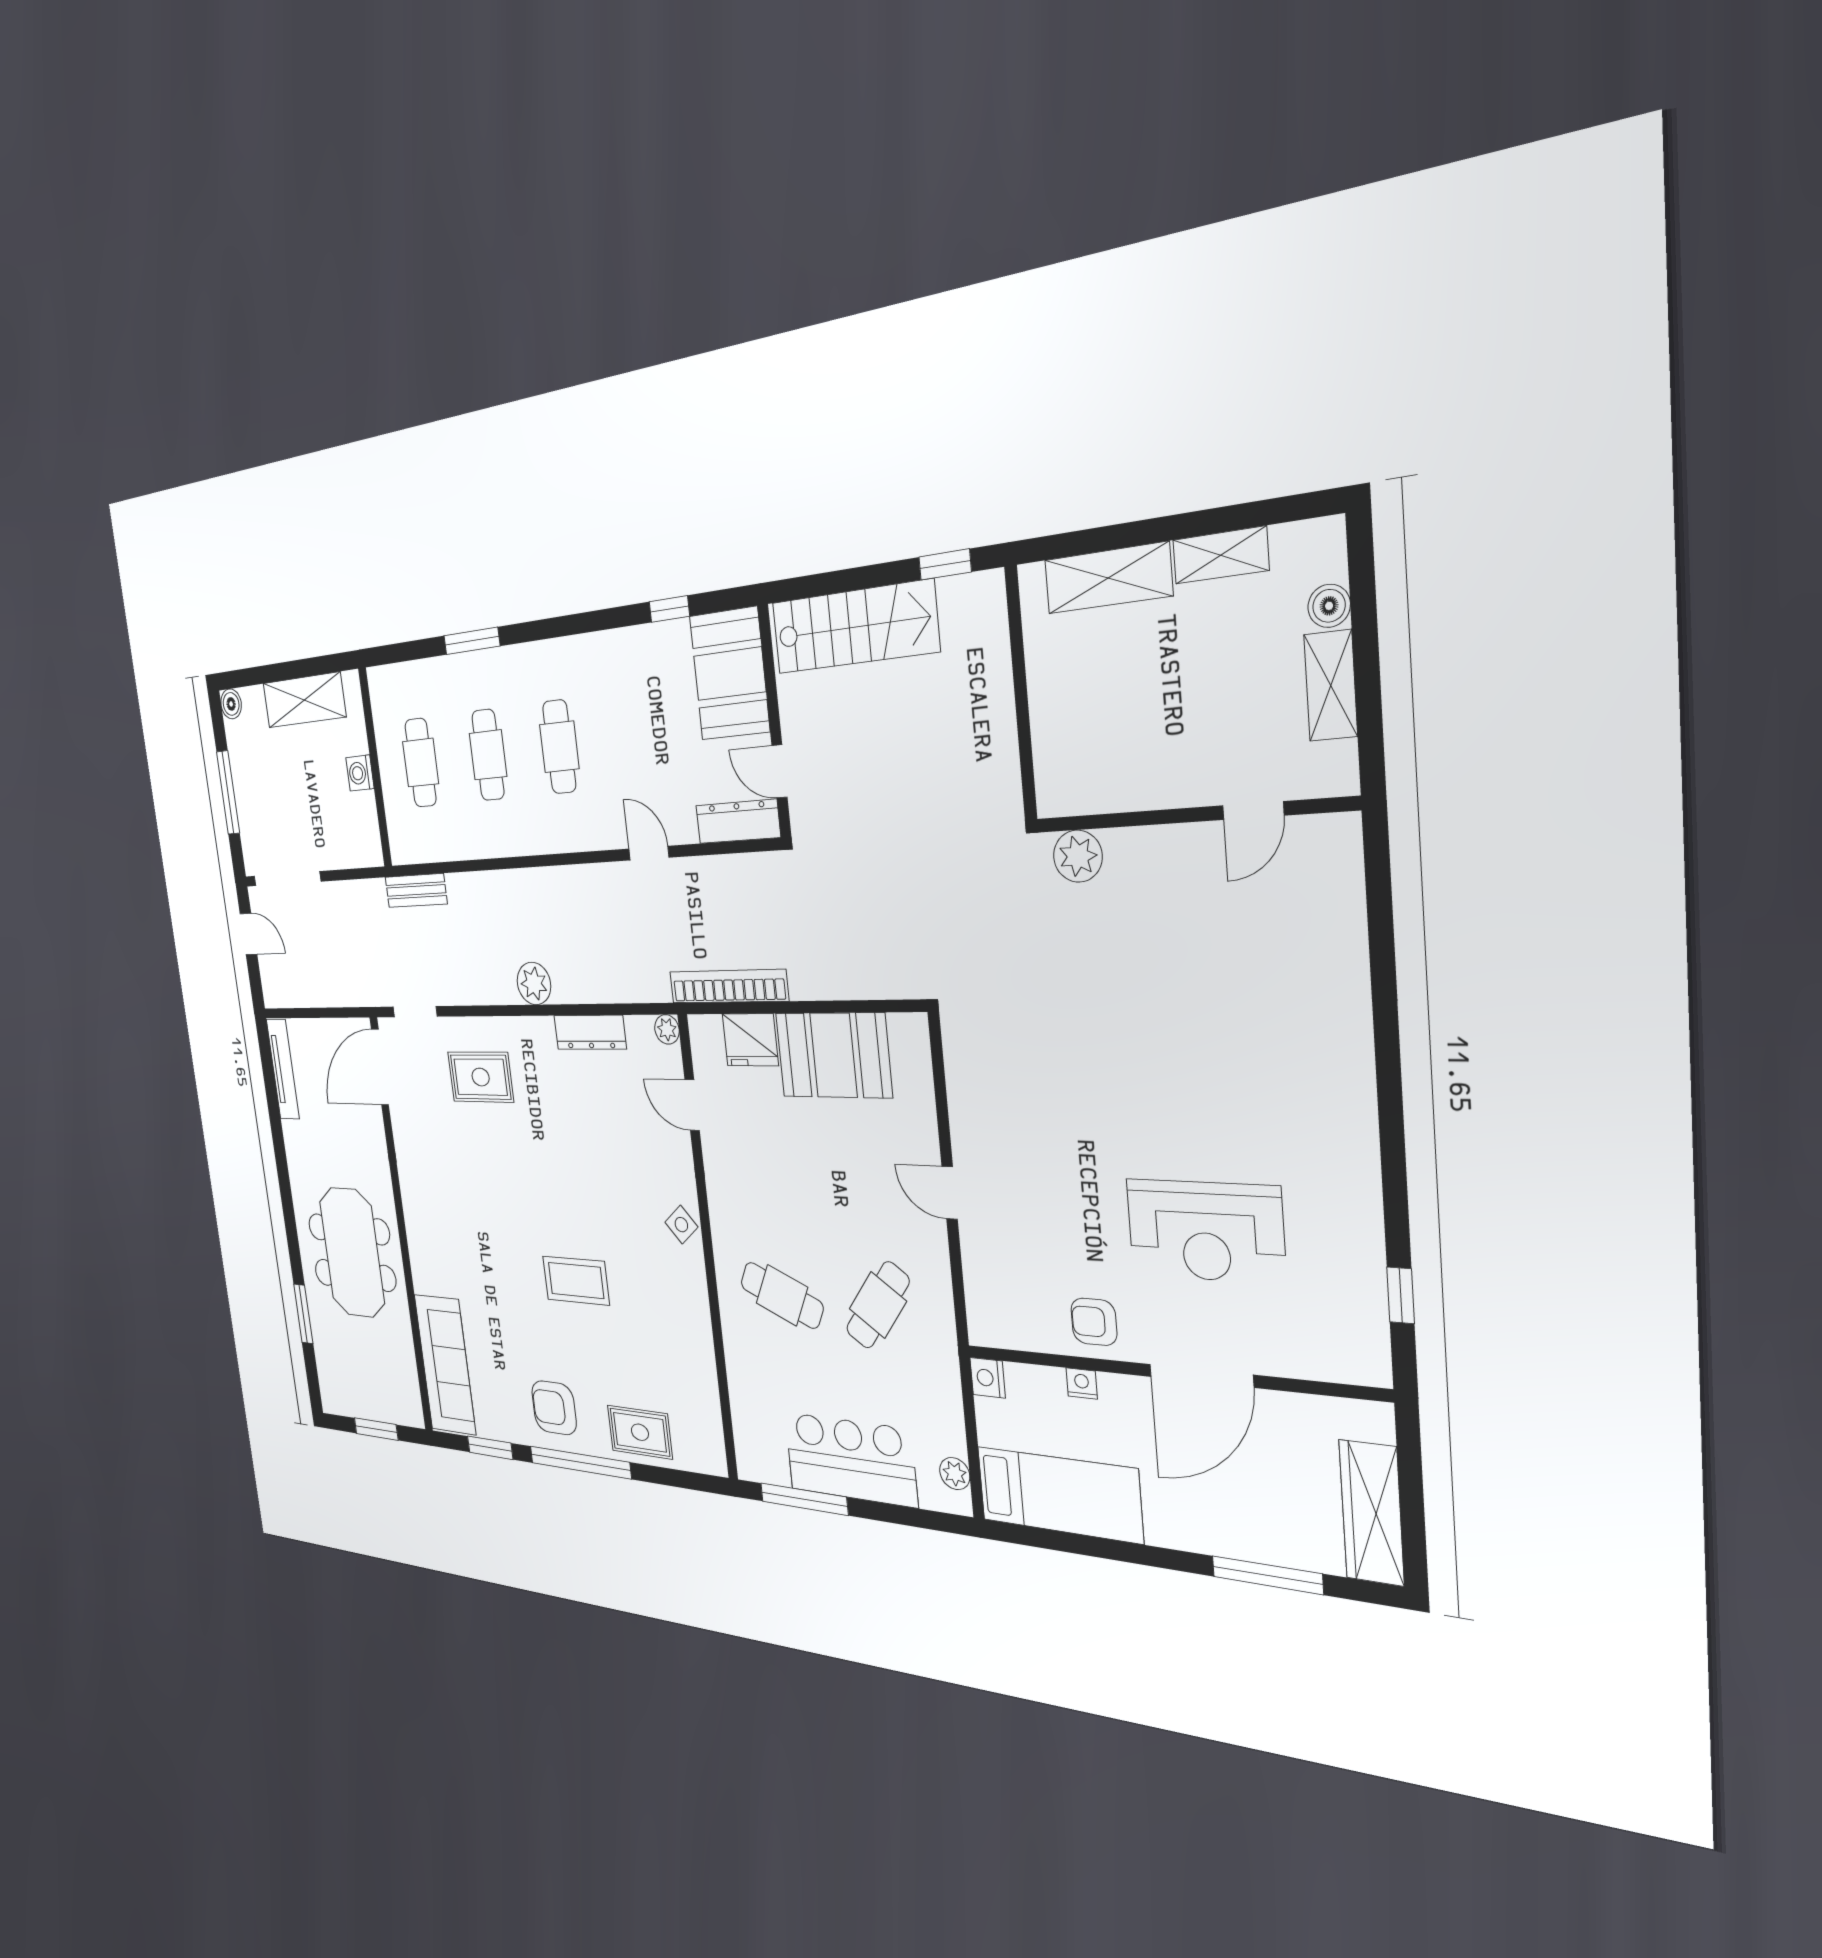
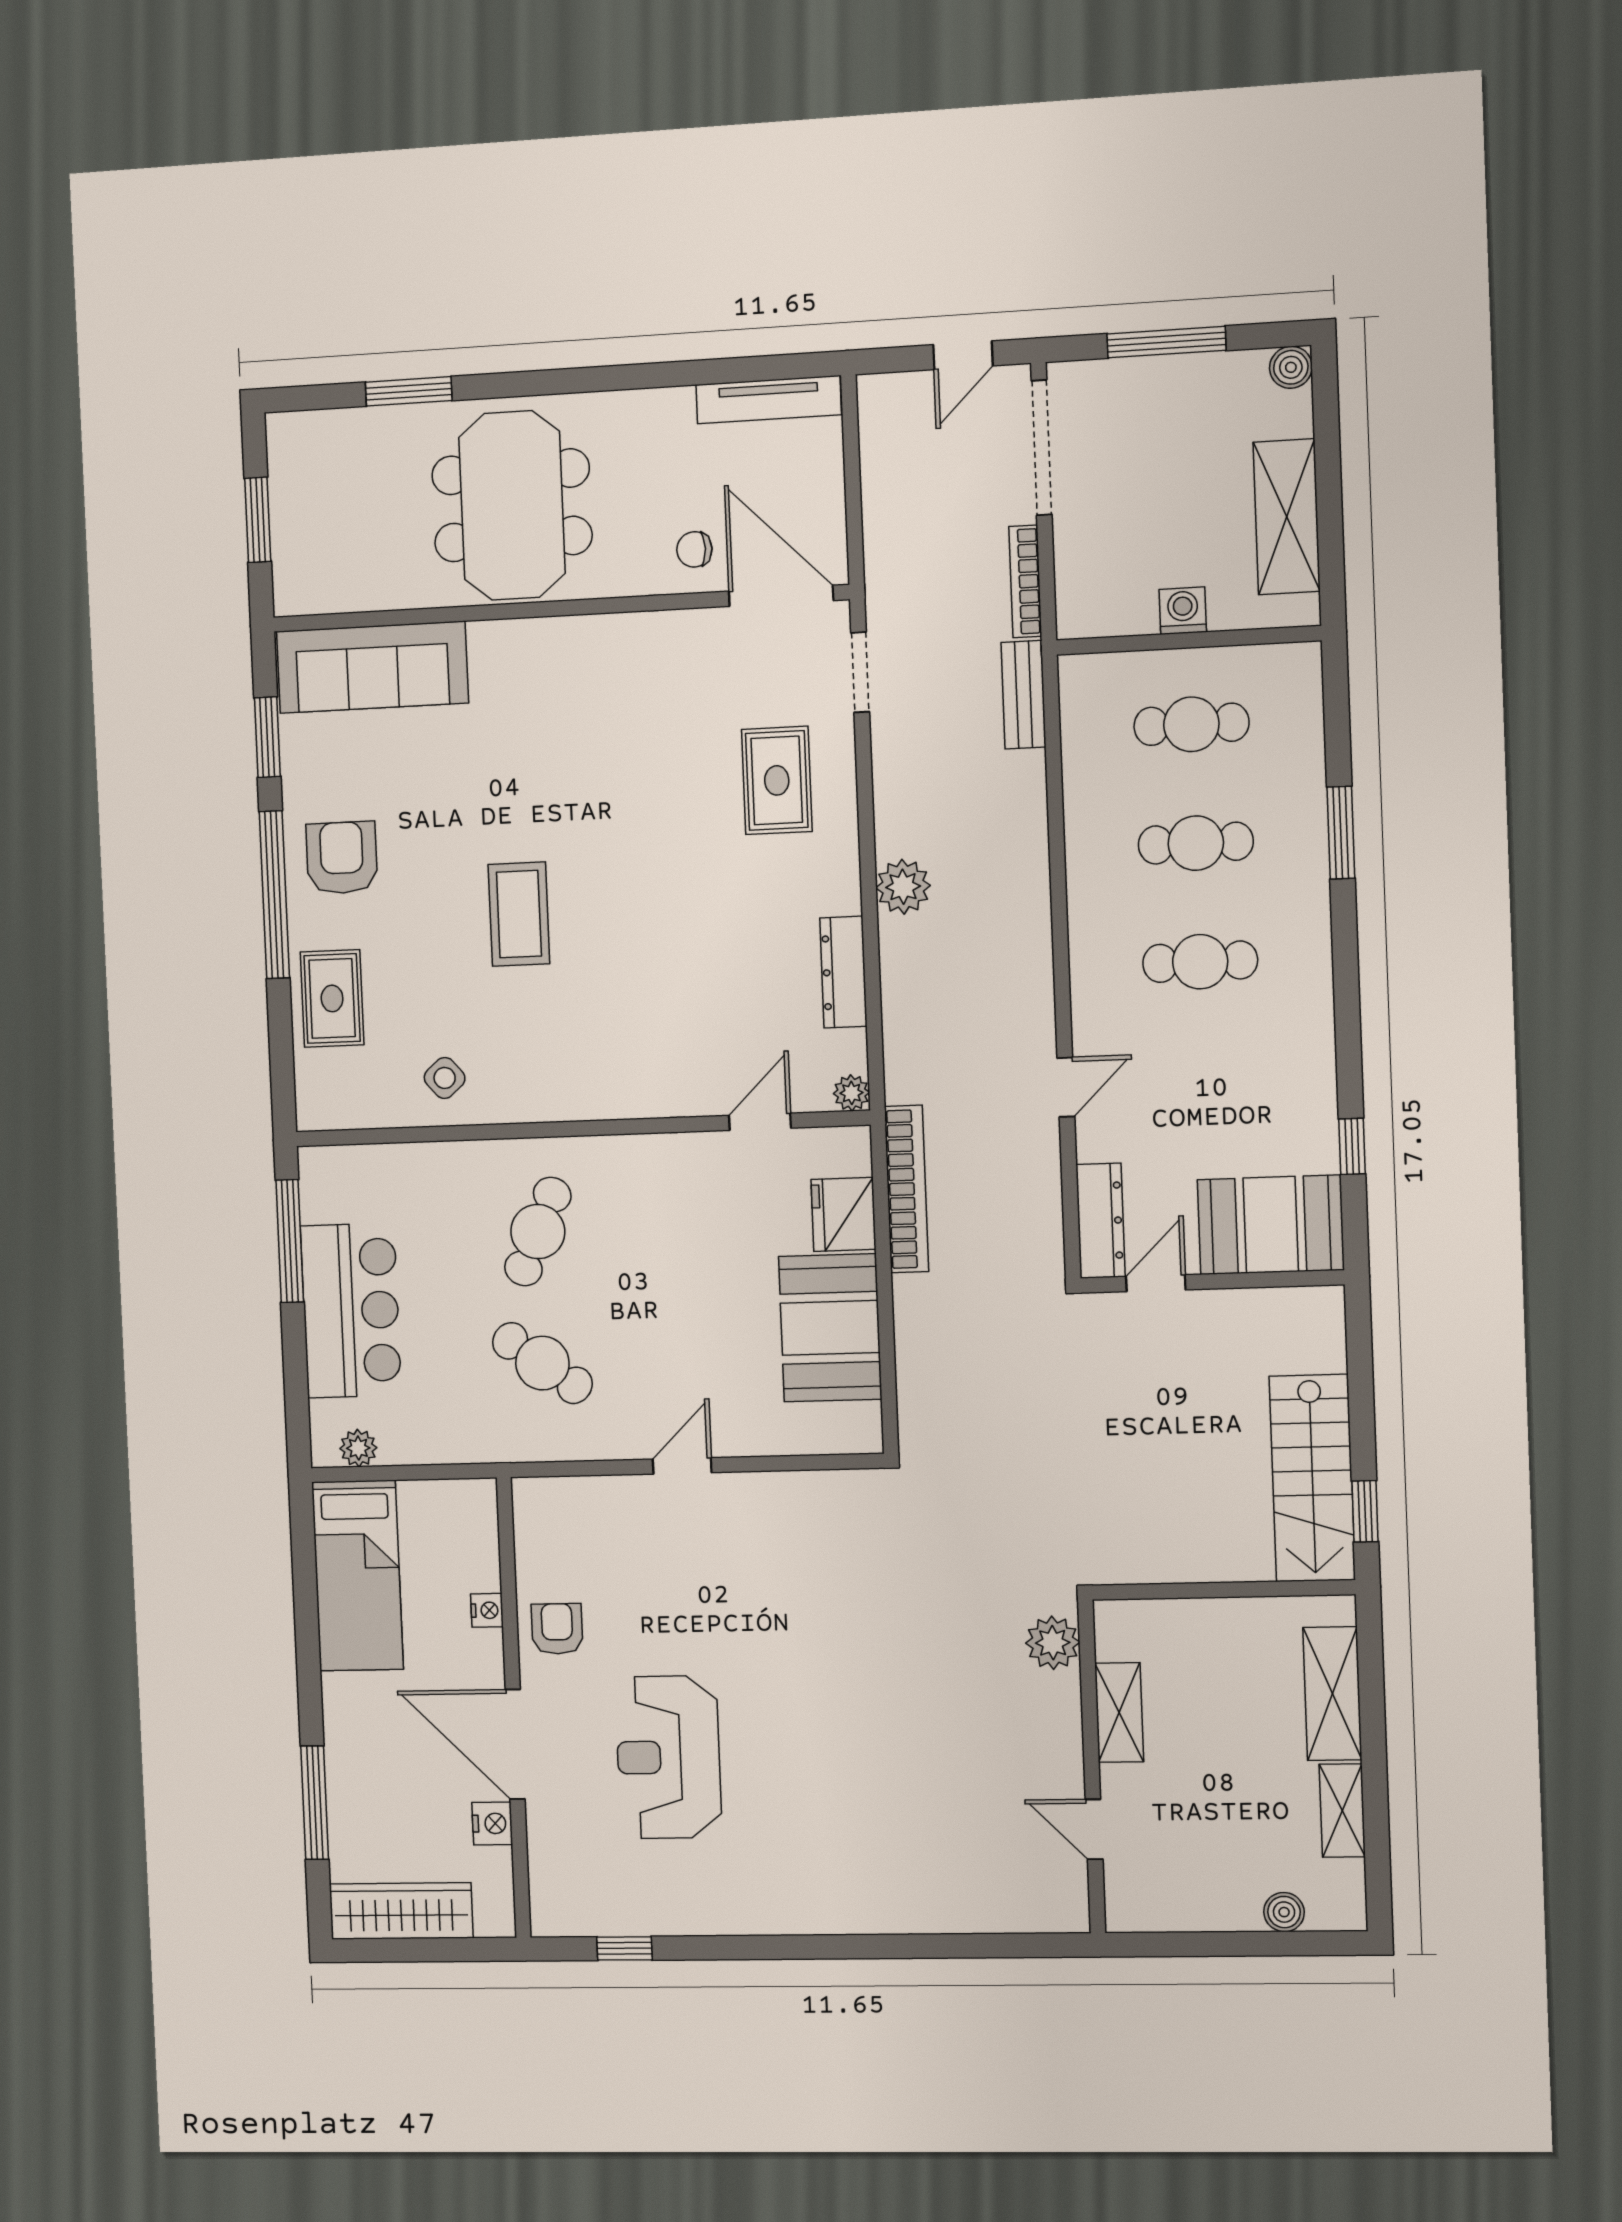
stairs: (855, 627) -> (1312, 1478), moved
shelving: (1331, 686) -> (1119, 1712), moved, turned 90
bookcase: (356, 890) -> (1025, 581), added
chair: (362, 1127) -> (694, 549), added
side table: (681, 1225) -> (445, 1078), moved
meeting table: (352, 1252) -> (512, 505), turned 90
nightstand: (988, 1378) -> (492, 1823), moved, turned 90

